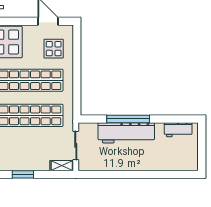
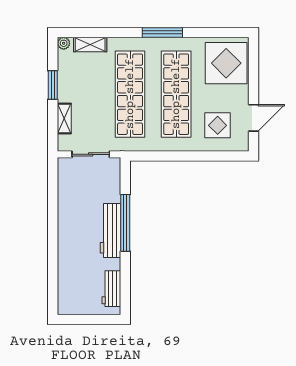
workbench: (126, 133) -> (110, 230), width x0.73, depth x0.76
shelving: (62, 166) -> (64, 119), moved

